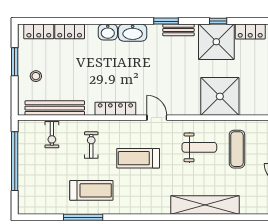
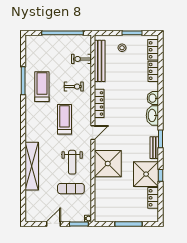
shower: (220, 96) -> (108, 164), moved
treadmill: (91, 190) -> (42, 87), turned 180

